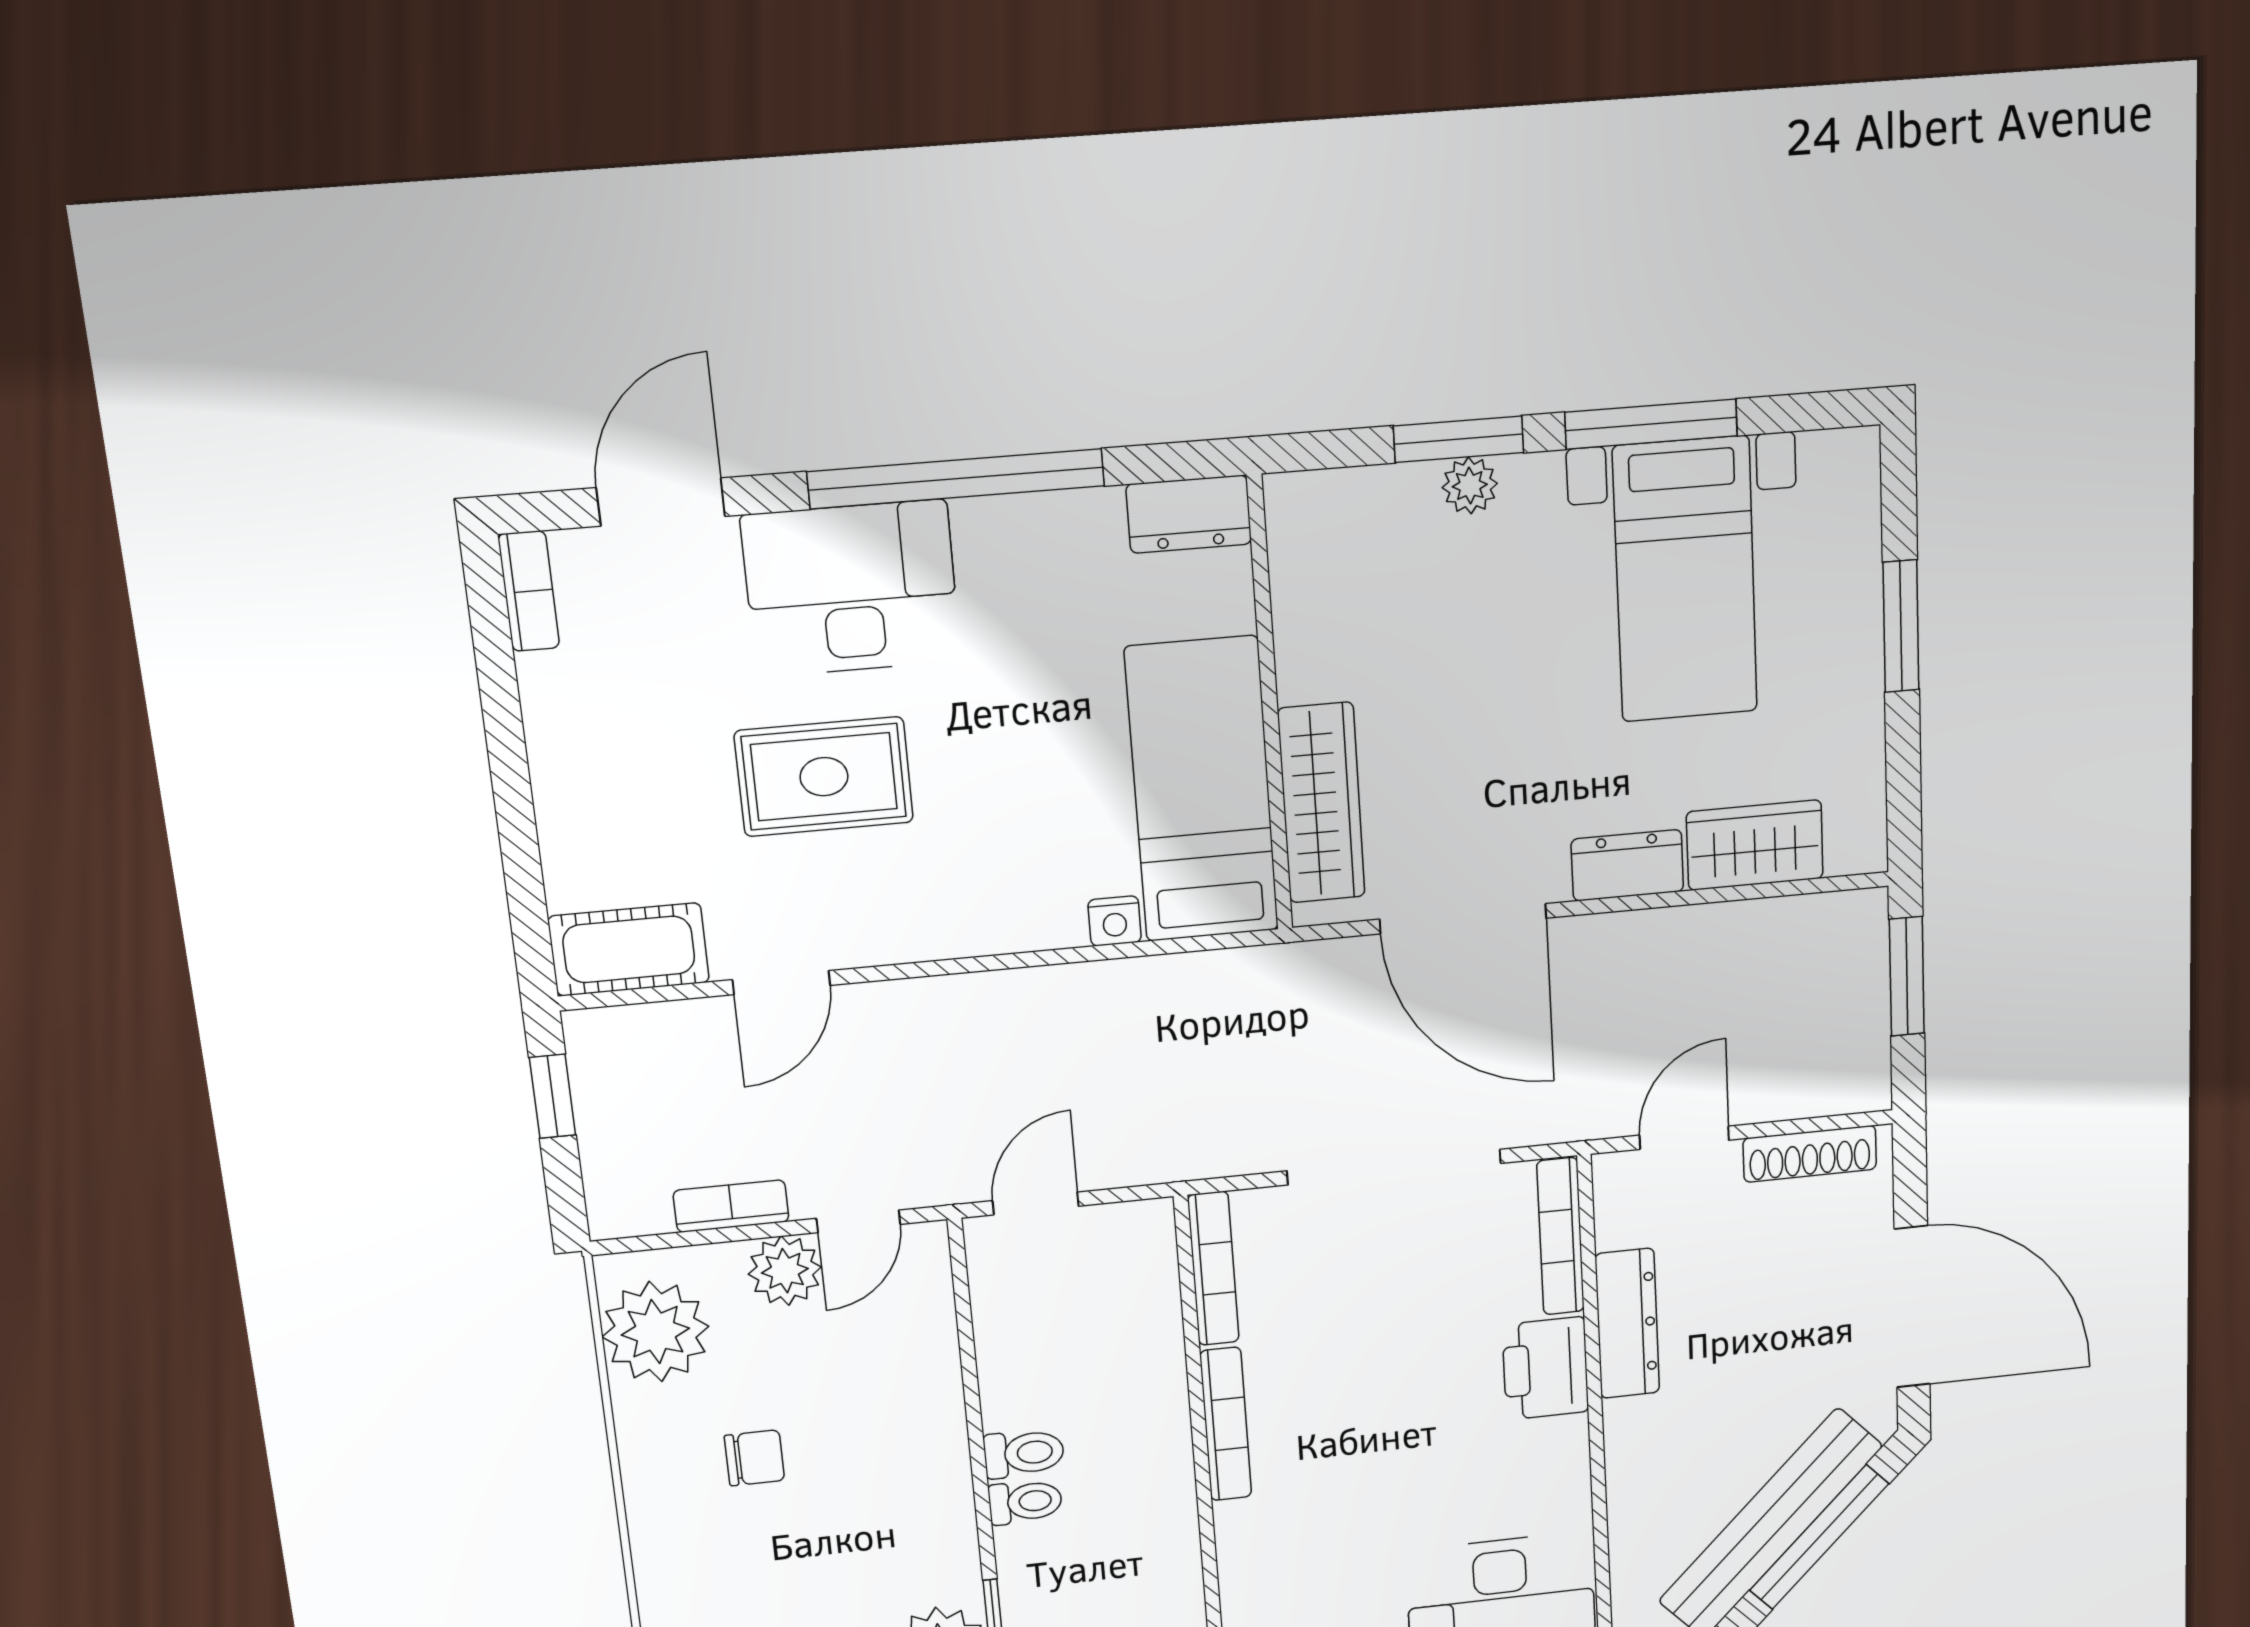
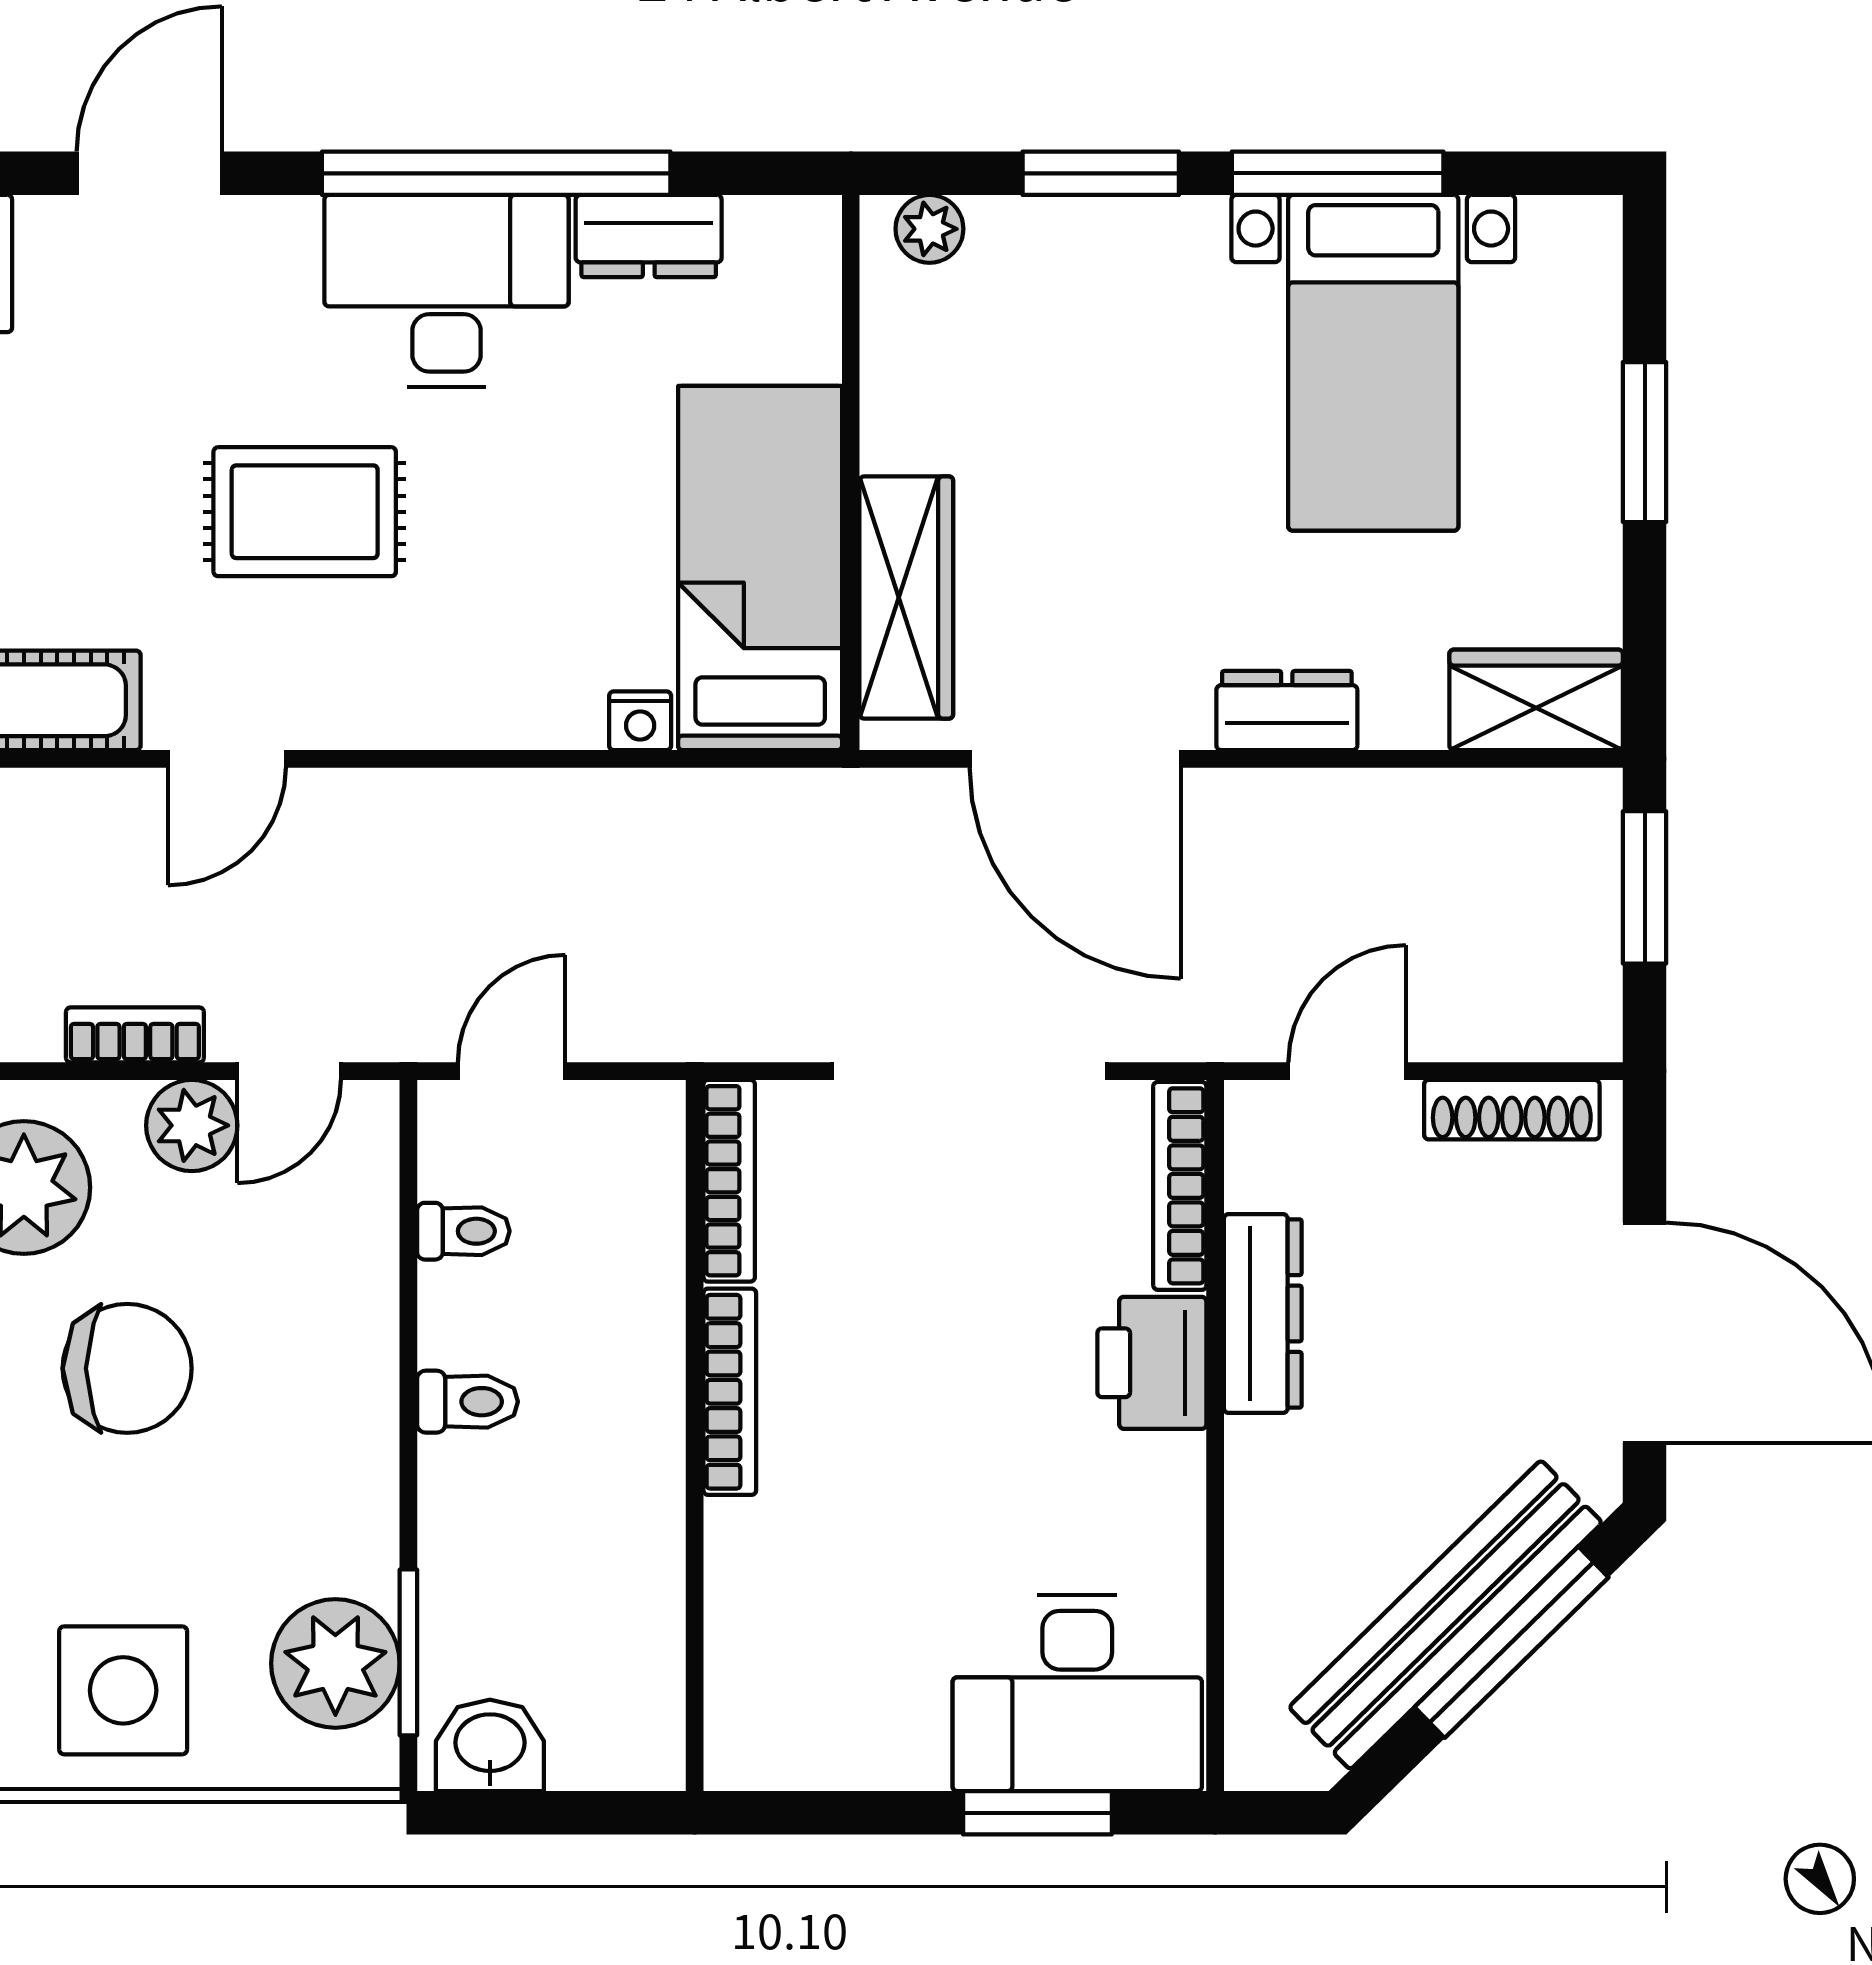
plant: (1470, 486) -> (929, 229), moved
dresser: (1189, 514) -> (649, 236), moved
desk: (851, 588) -> (447, 291), moved
wardrobe: (1755, 845) -> (1536, 700), moved
chair: (754, 1458) -> (127, 1368), width x1.87, depth x1.87
toilet: (1025, 1502) -> (463, 1231), moved

